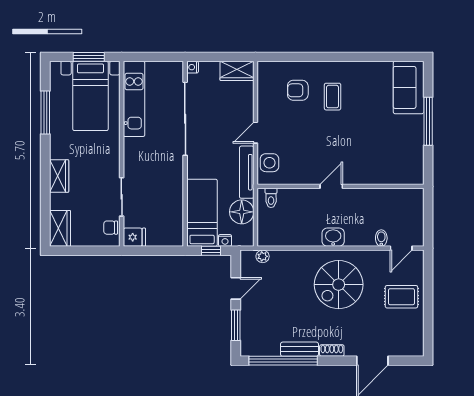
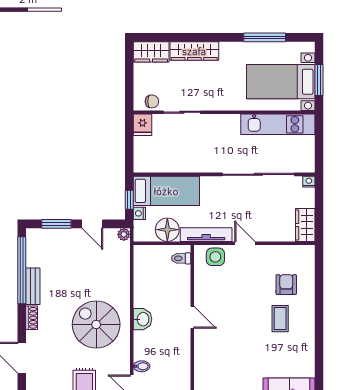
coffee table: (333, 97) -> (280, 319), turned 90
wardrobe: (59, 176) -> (194, 51), width x1.50
chair: (111, 228) -> (152, 101), turned 90
plant: (263, 256) -> (124, 234), moved

